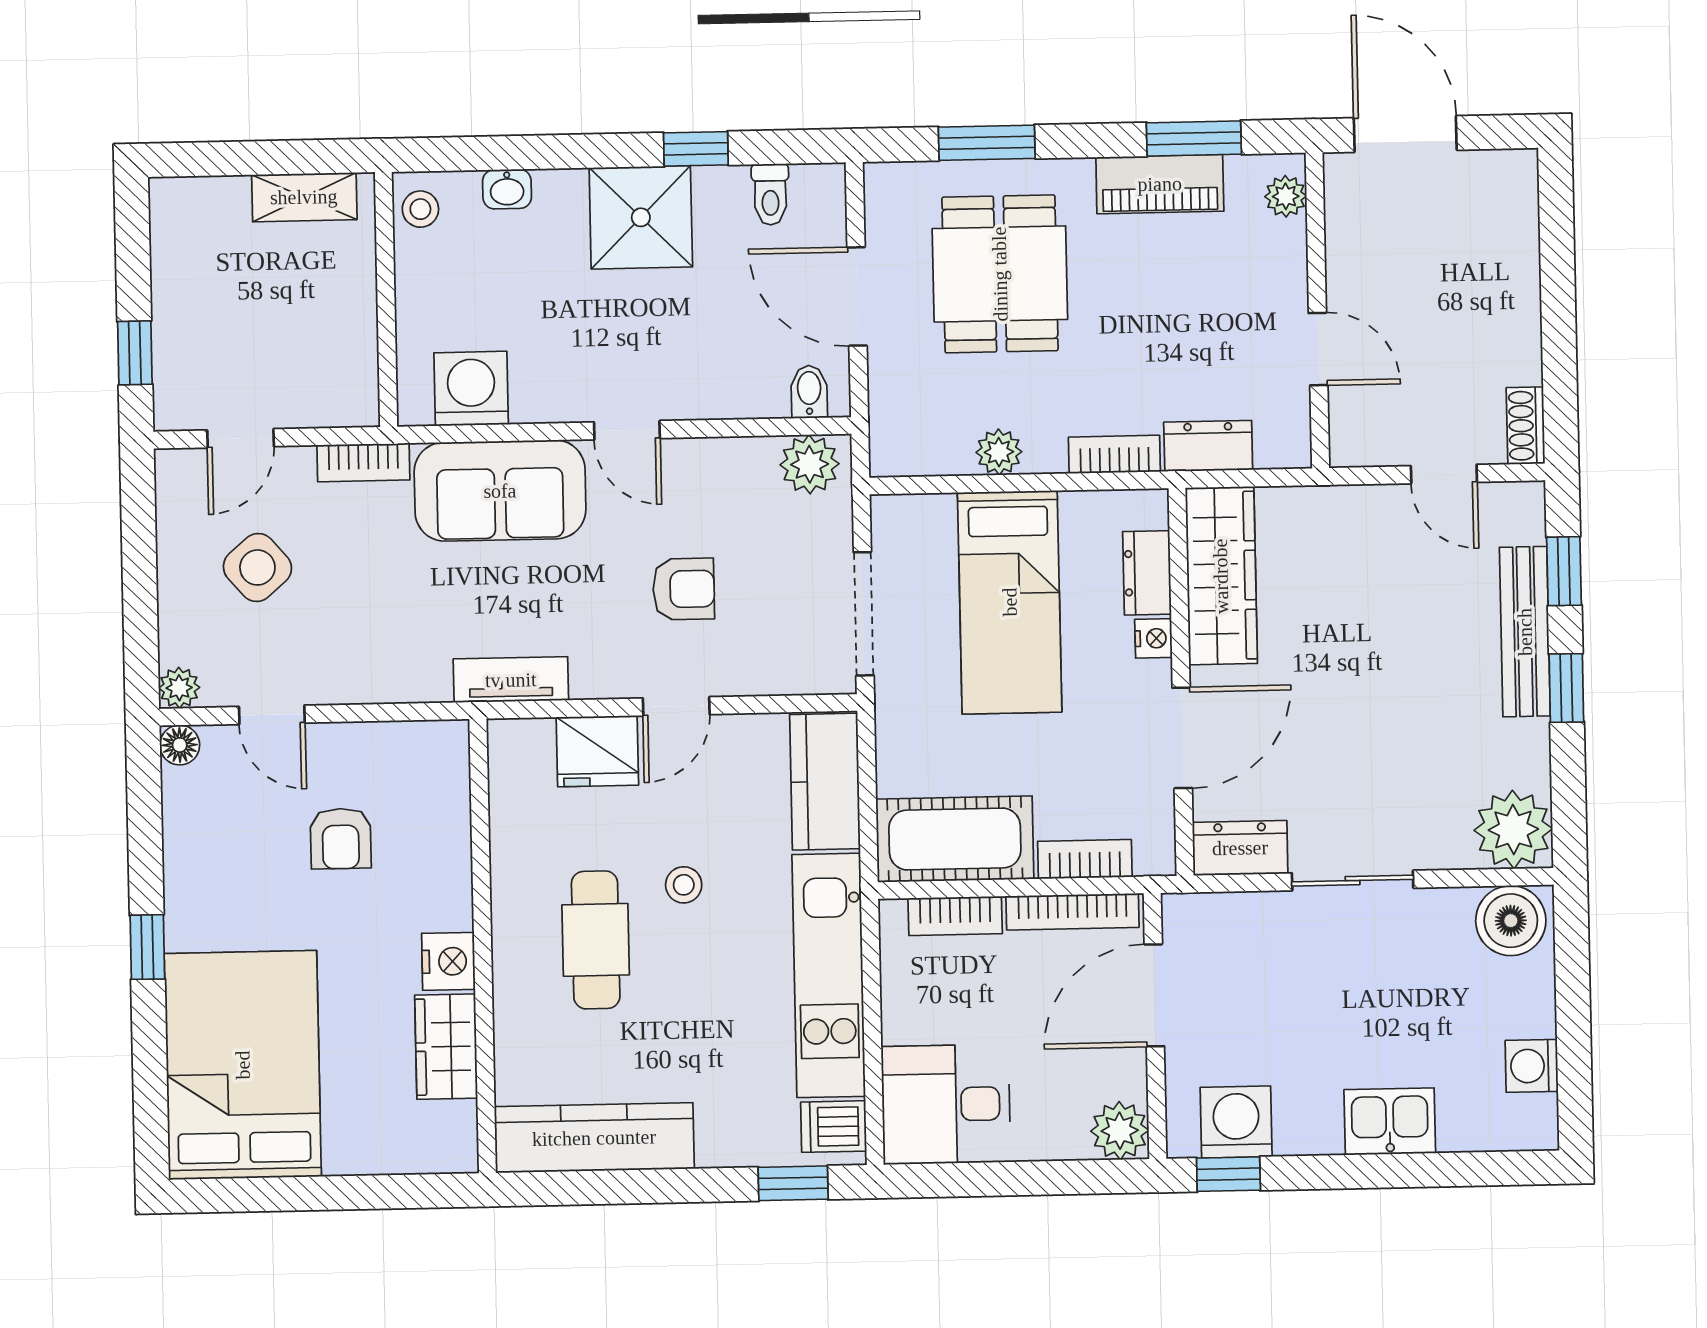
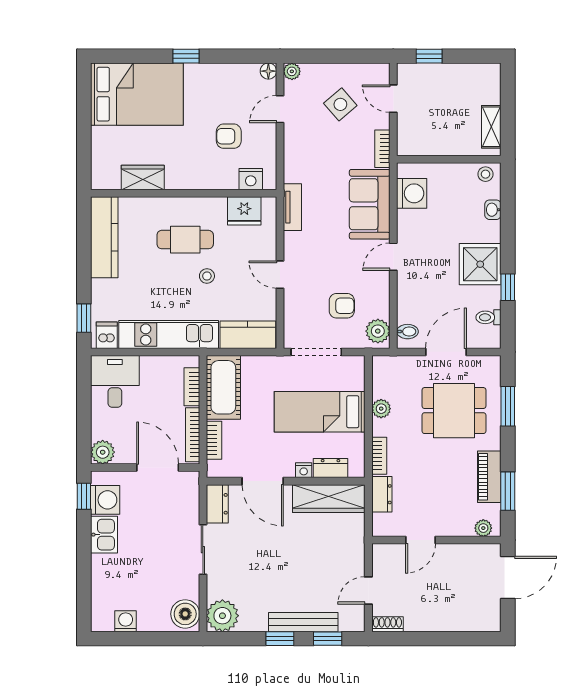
armchair: (684, 589) -> (342, 306), moved, turned -90
fridge: (597, 751) -> (244, 211), moved, turned -90
nightstand: (448, 961) -> (251, 179), moved
kitchen sink: (1390, 1121) -> (104, 535), moved

